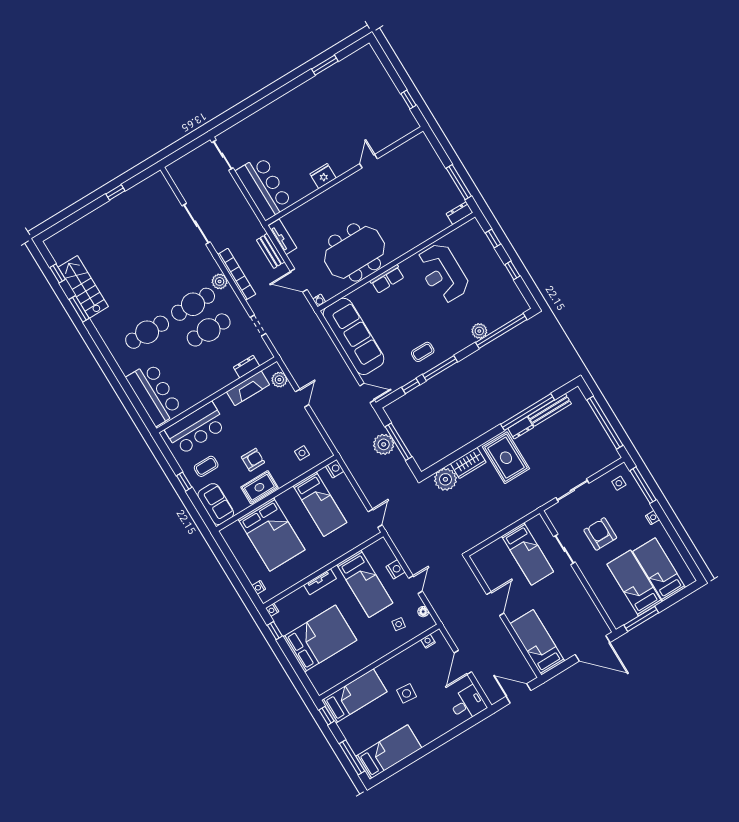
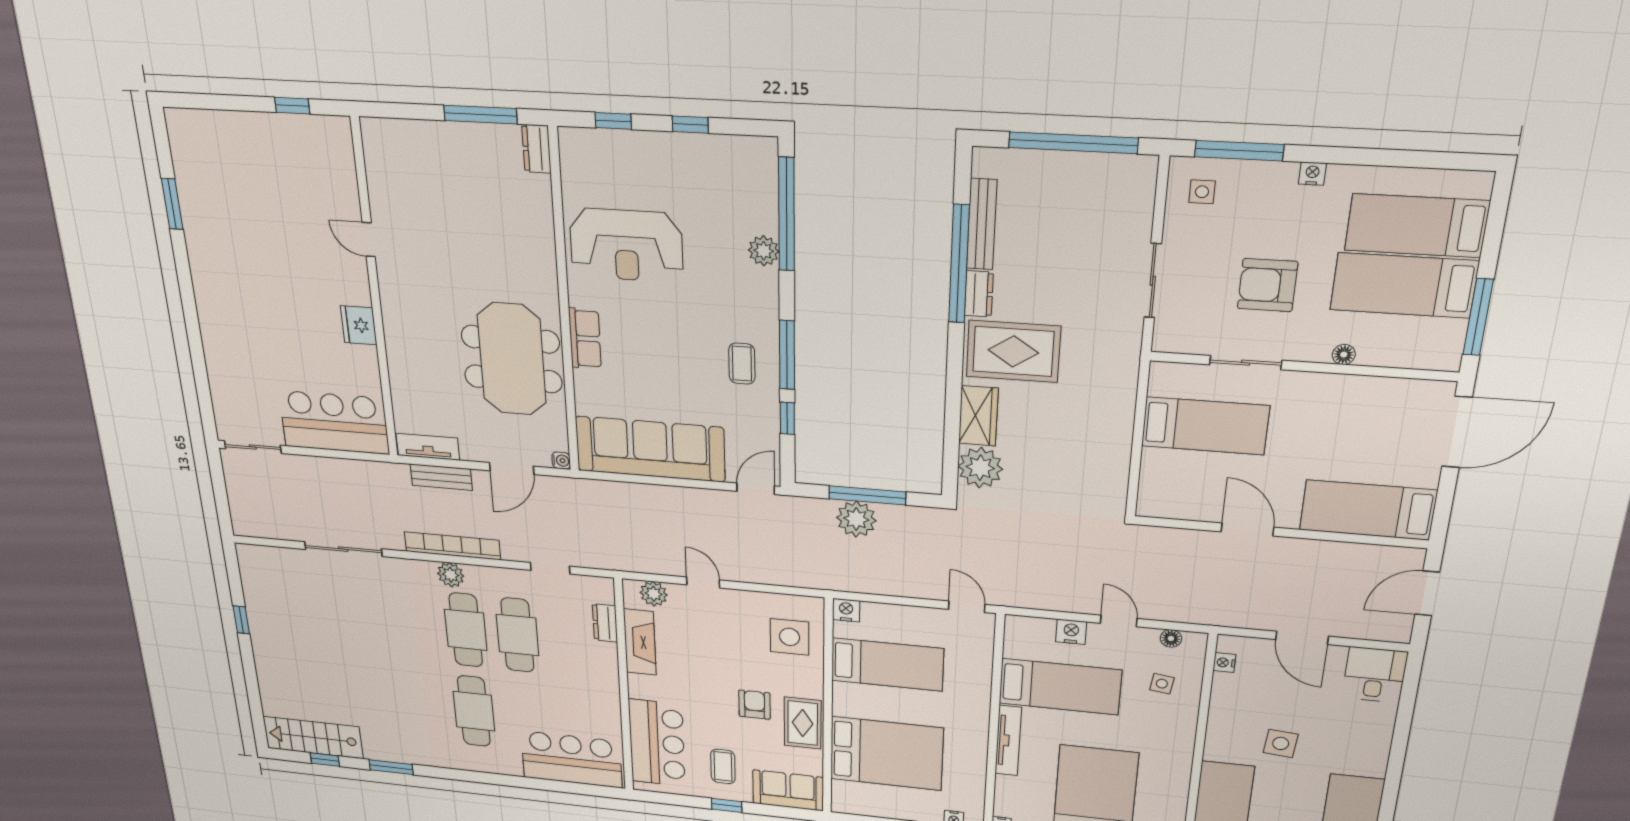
stairs: (83, 287) -> (313, 737), moved
side table: (302, 453) -> (790, 637), width x1.87, depth x1.87
tv unit: (320, 582) -> (1008, 741), width x1.41
floor lamp: (593, 583) -> (1344, 355), added

